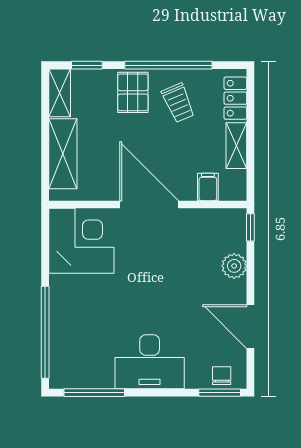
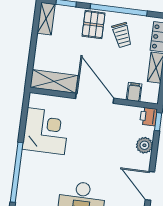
shelving: (63, 154) -> (54, 81), moved, turned 90
printer: (235, 221) -> (148, 117), added
corner desk: (81, 241) -> (46, 131), moved

